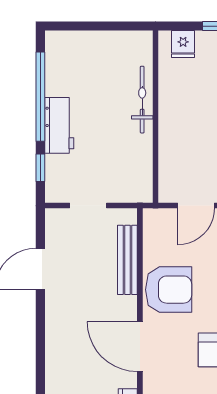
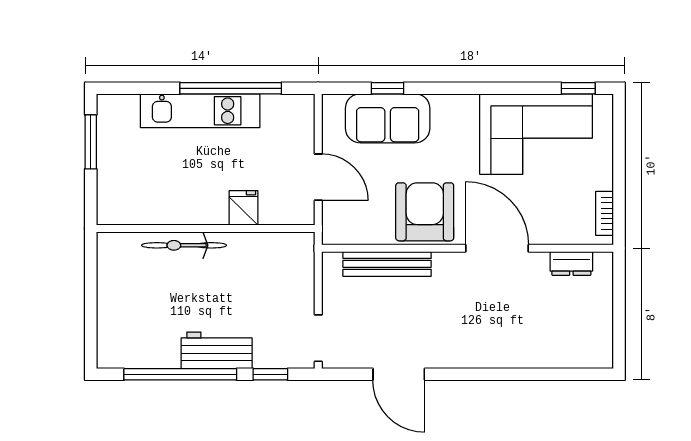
fridge: (183, 44) -> (243, 208), moved, turned -90
doorway: (88, 206) -> (318, 338), moved
door: (140, 347) -> (497, 248), swing flipped

